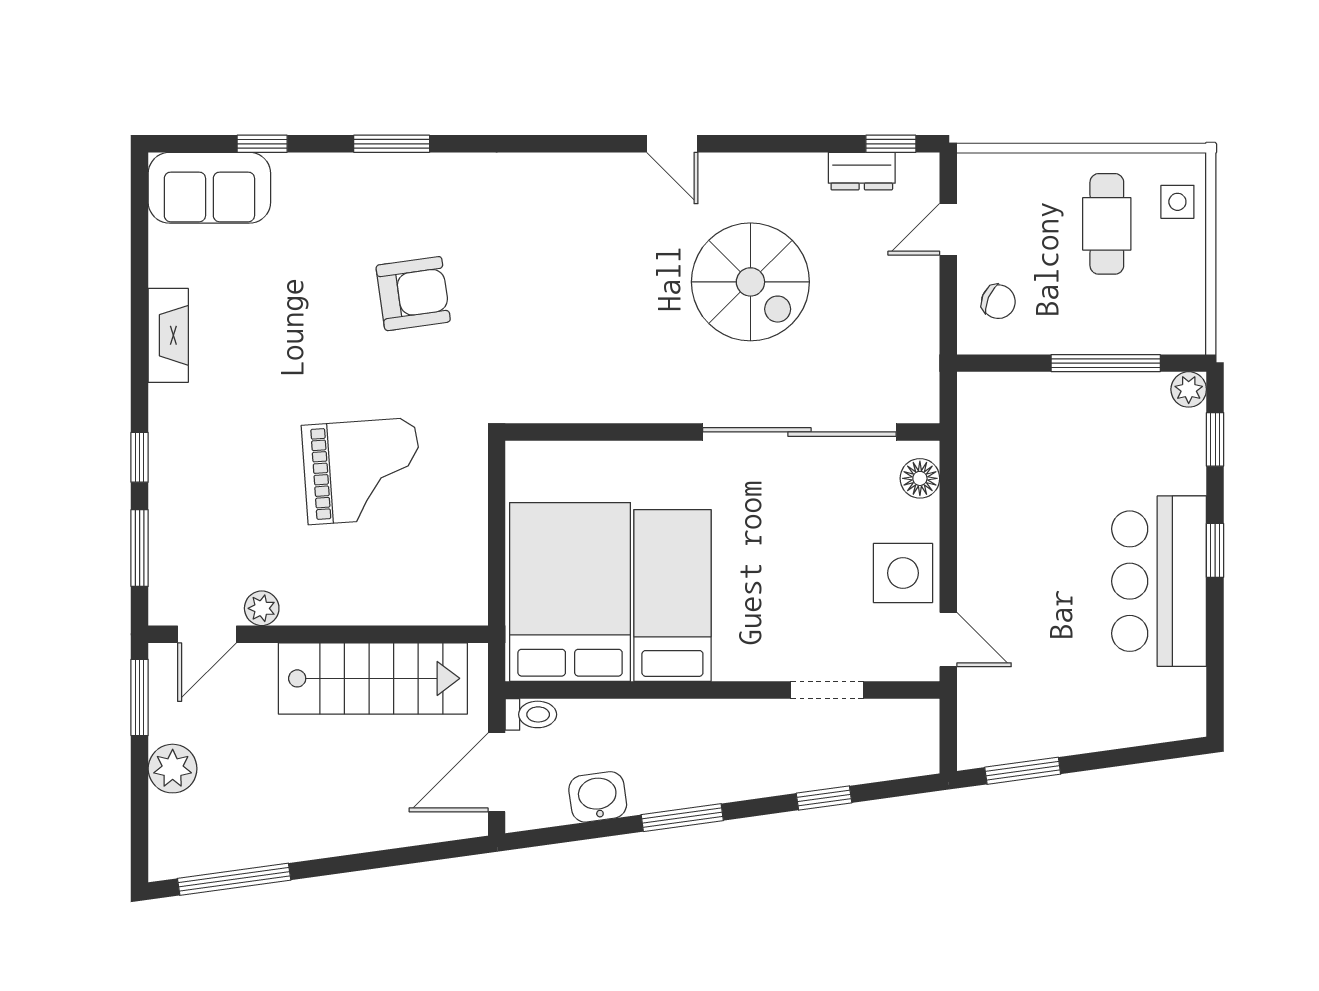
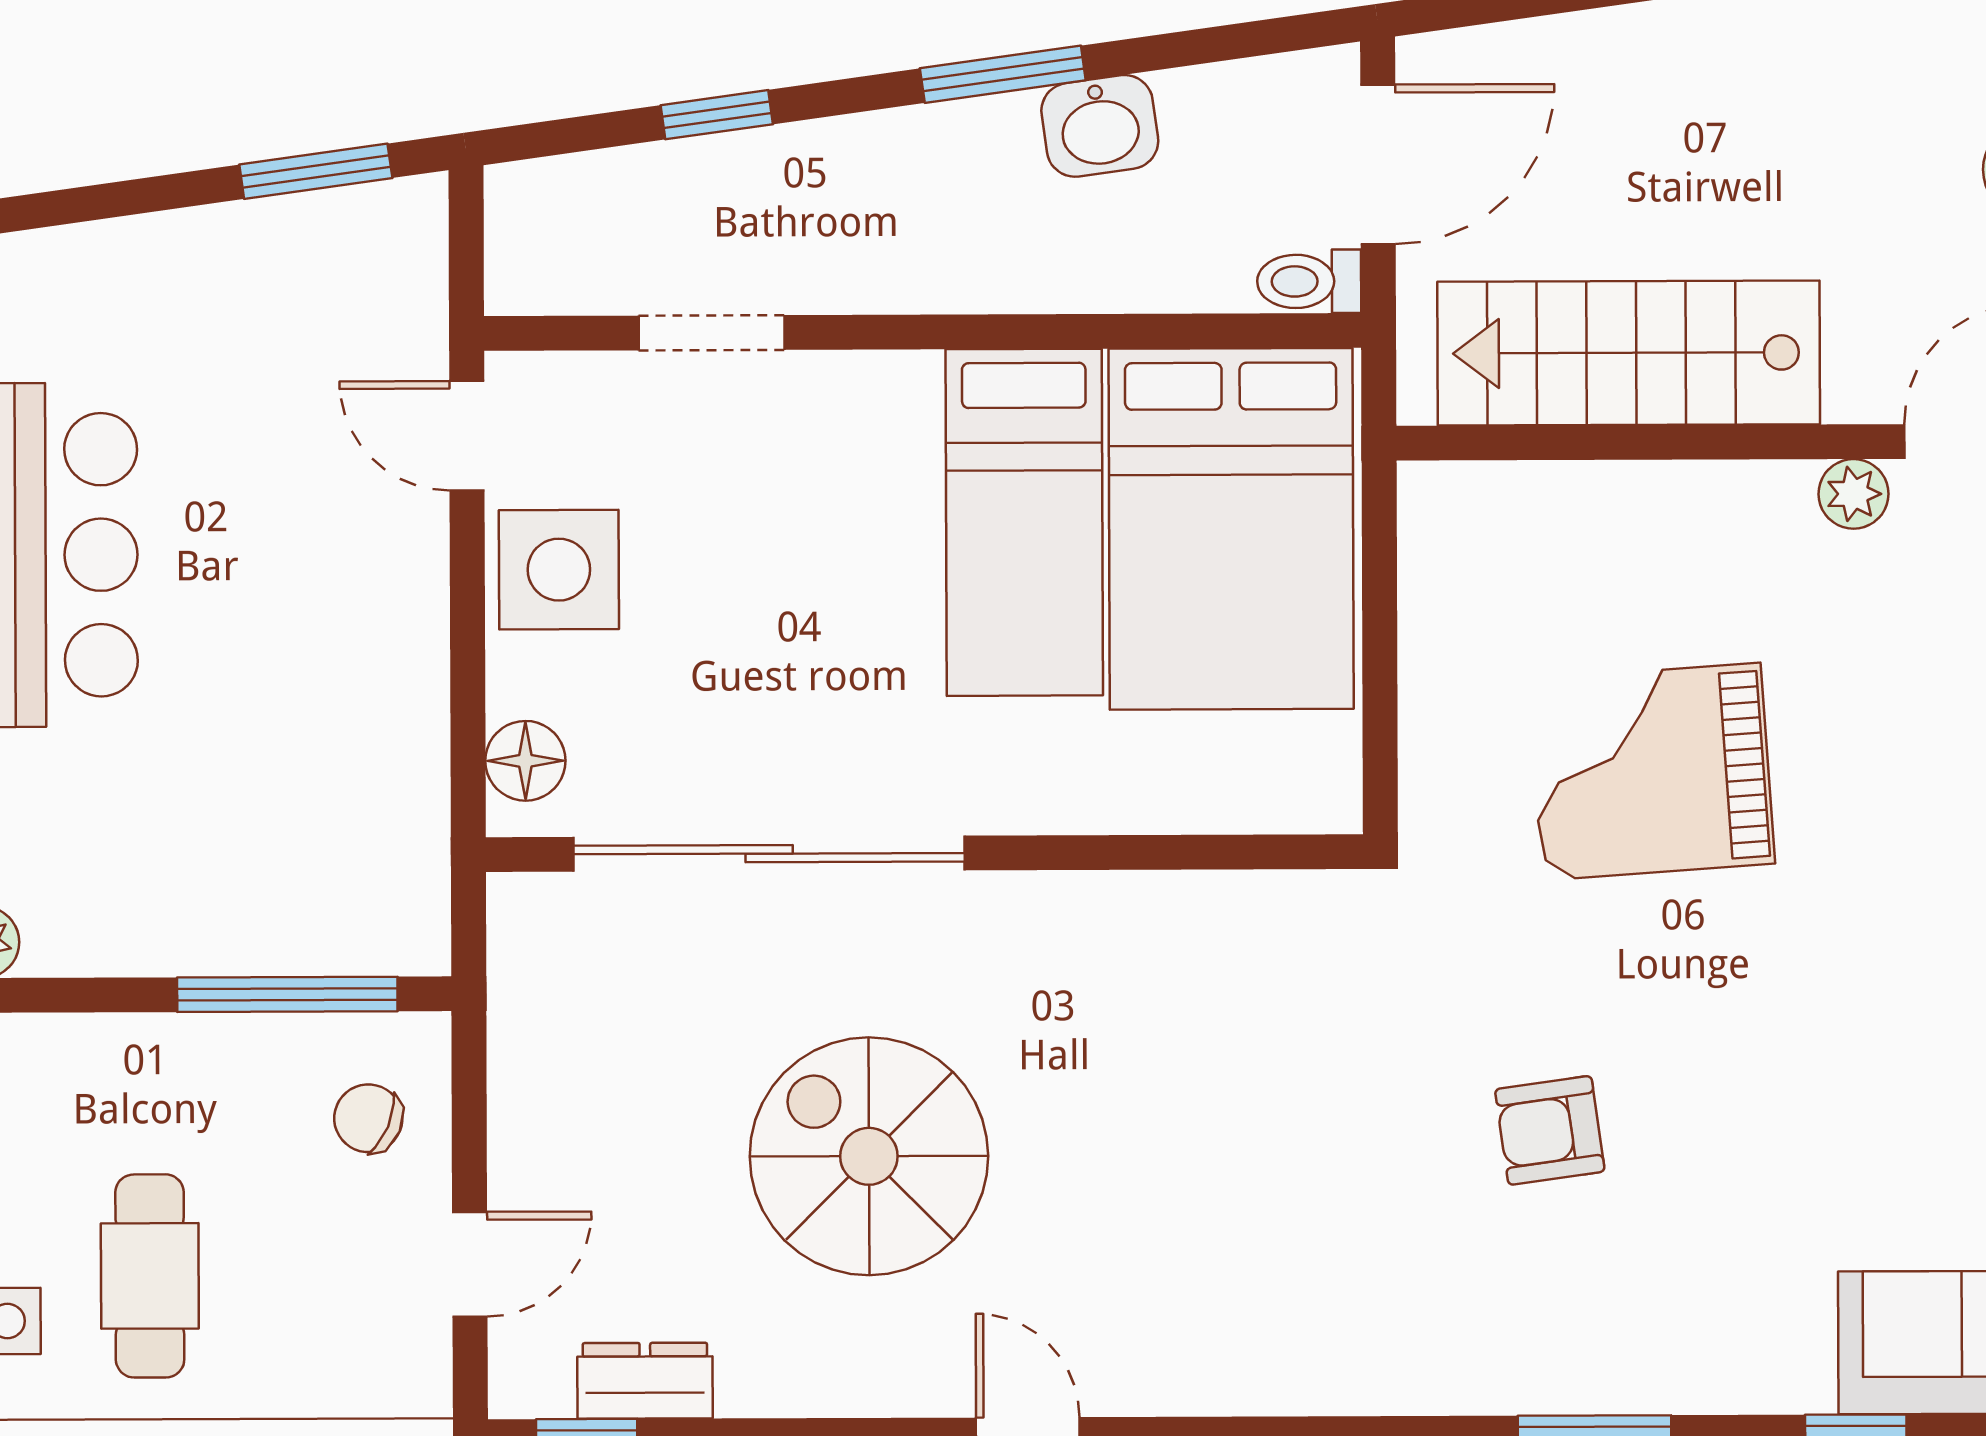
armchair: (413, 294) -> (1550, 1130), width x0.72, depth x0.72
window: (1106, 363) -> (287, 994), moved
washbasin: (598, 797) -> (1100, 126), moved

